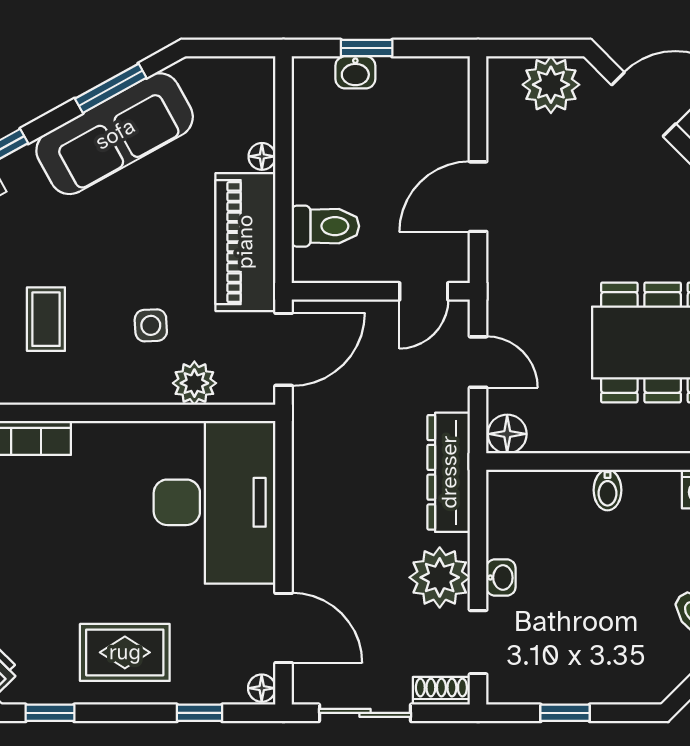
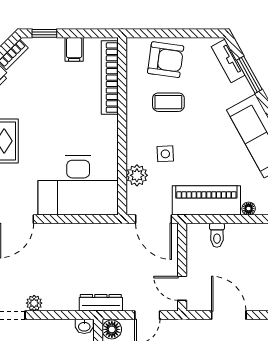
toilet: (325, 226) -> (217, 235), width x0.73, depth x0.72
dresser: (449, 472) -> (101, 303), width x0.73, depth x0.80
plant: (440, 577) -> (34, 303), width x0.53, depth x0.53
washbasin: (501, 578) -> (84, 326), moved

